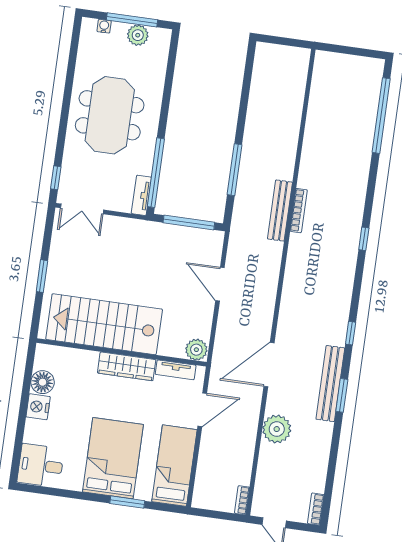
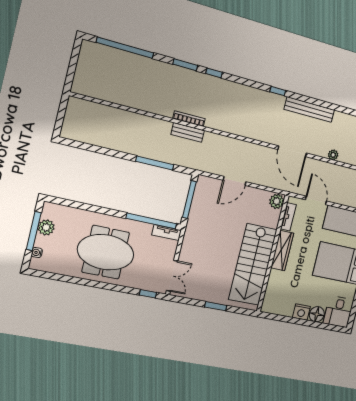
bench: (280, 211) -> (188, 132), width x0.73
floor lamp: (43, 382) -> (317, 314), moved
window: (342, 395) -> (185, 65), moved
plant: (277, 429) -> (333, 155), width x0.53, depth x0.53

